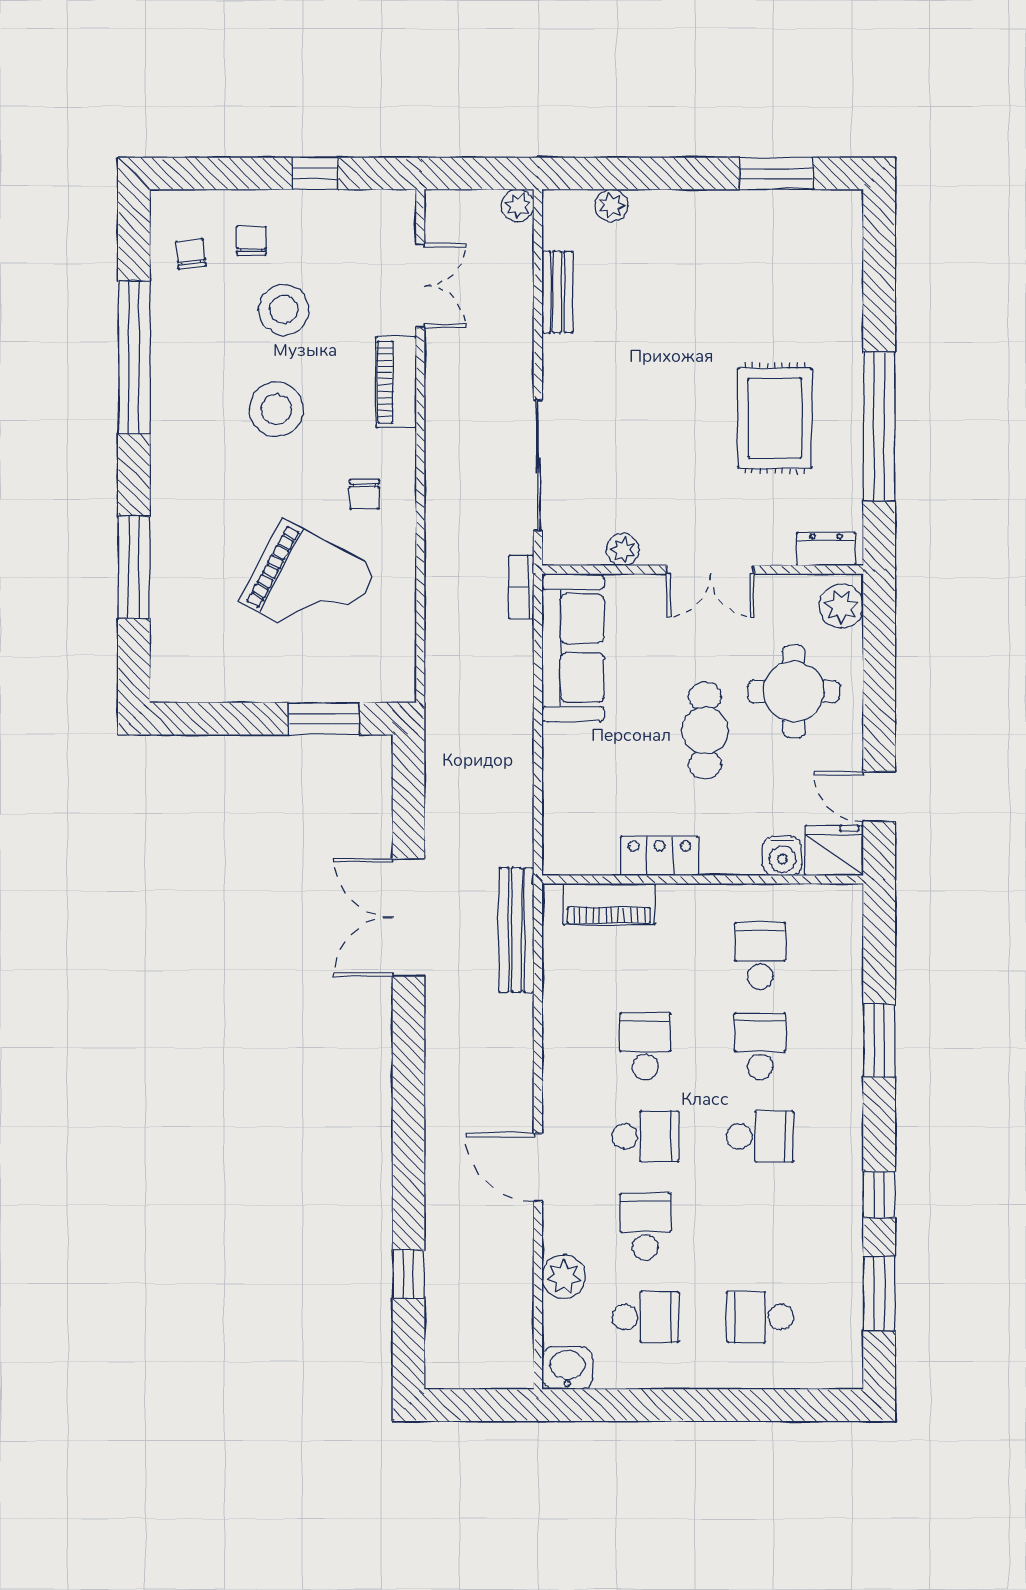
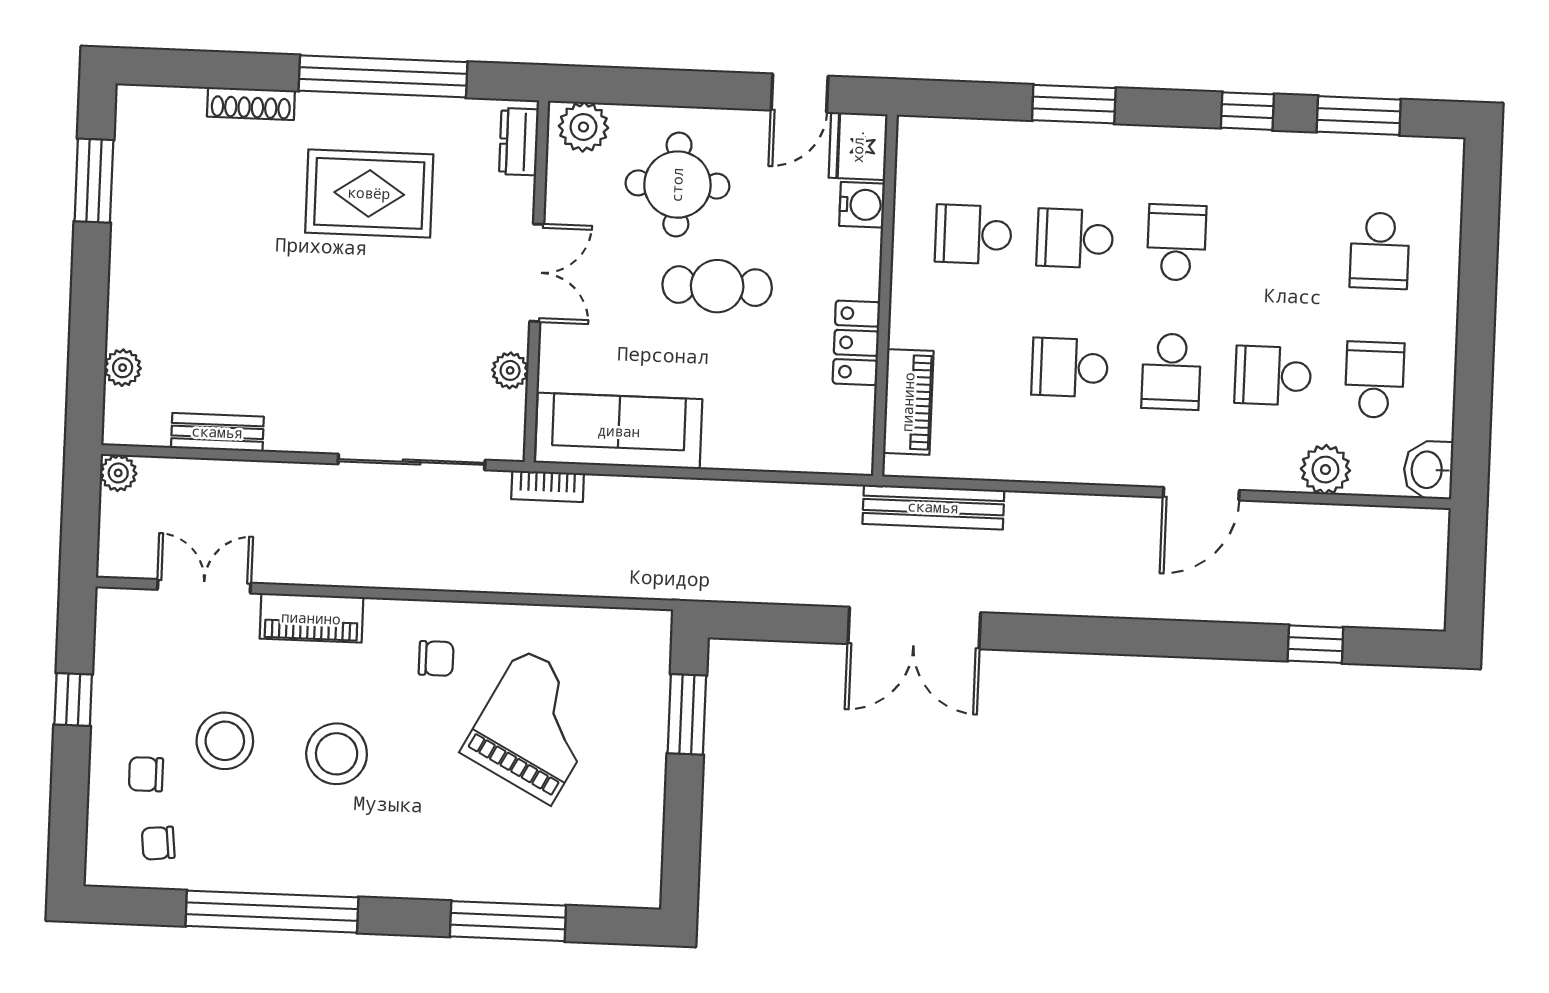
shoe rack: (850, 310) -> (251, 104), added
school desk: (645, 1136) -> (1171, 372), turned 180

